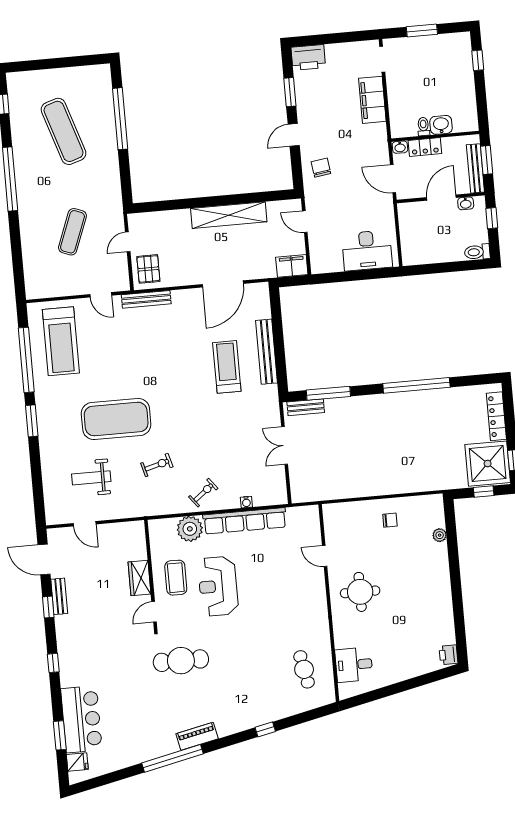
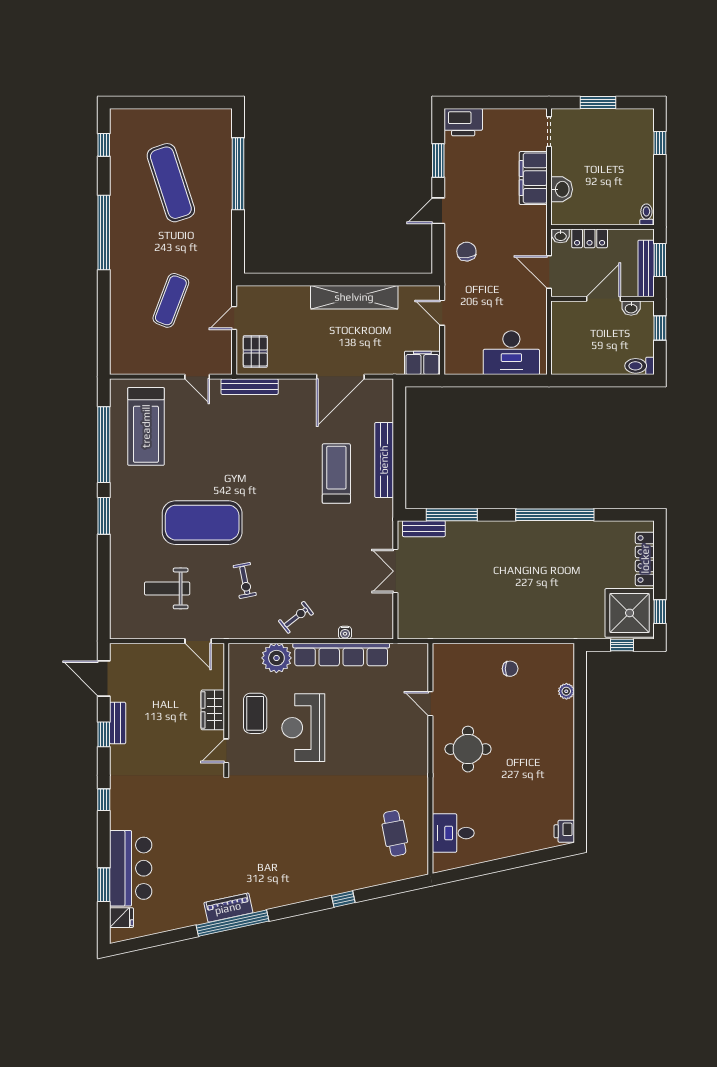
washbasin: (441, 125) -> (562, 189), moved, turned 90
toilet: (423, 127) -> (646, 214), moved
exercise bike: (157, 465) -> (245, 580), turned 94
door: (85, 524) -> (198, 641), moved
cafe table: (181, 661) -> (252, 810), removed
piano: (197, 736) -> (228, 908), moved

